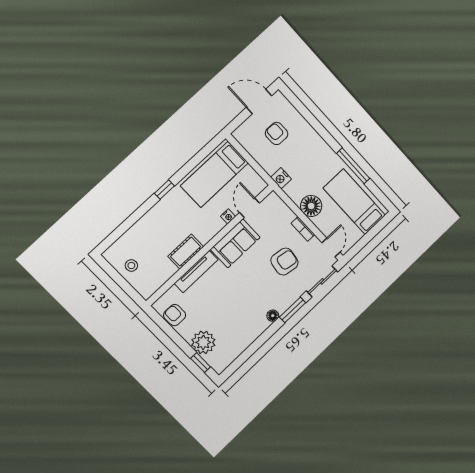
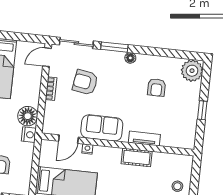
floor lamp: (311, 206) -> (28, 116), moved
tv unit: (196, 271) -> (144, 138), width x0.71
armchair: (175, 315) -> (157, 87), moved
plant: (203, 342) -> (192, 71), moved
window: (201, 363) -> (202, 110), moved

